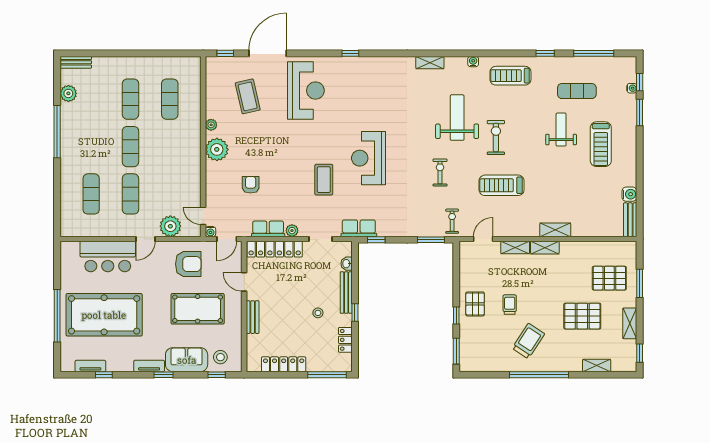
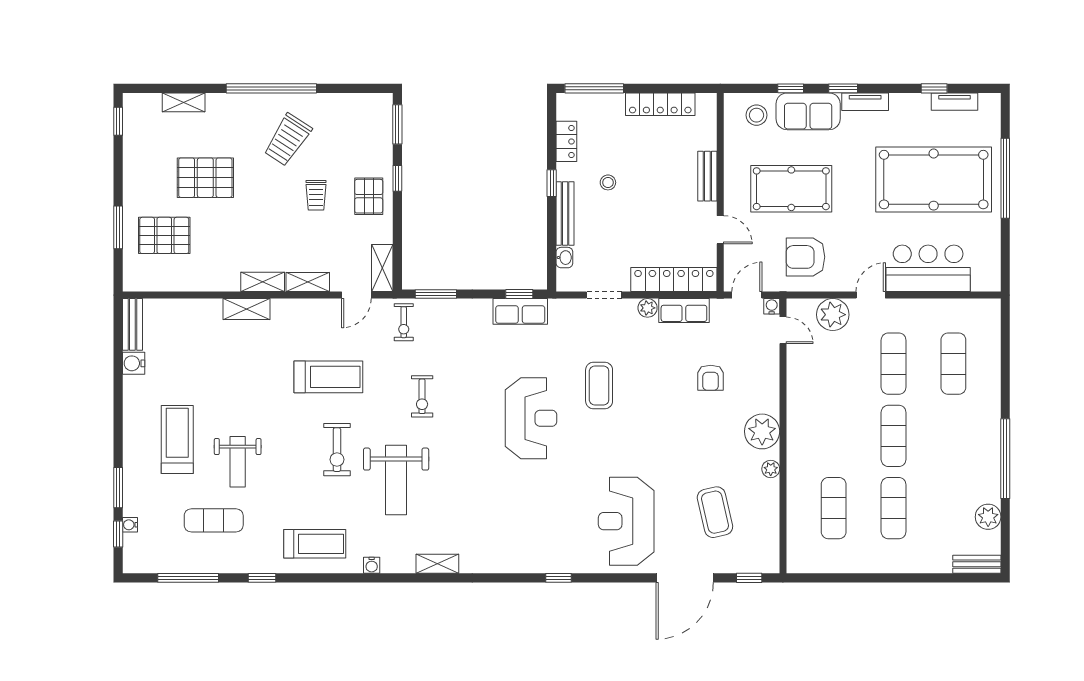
row of seats: (359, 228) -> (520, 311), moved
shelving: (630, 323) -> (382, 268), moved
window: (217, 375) -> (791, 88), moved

